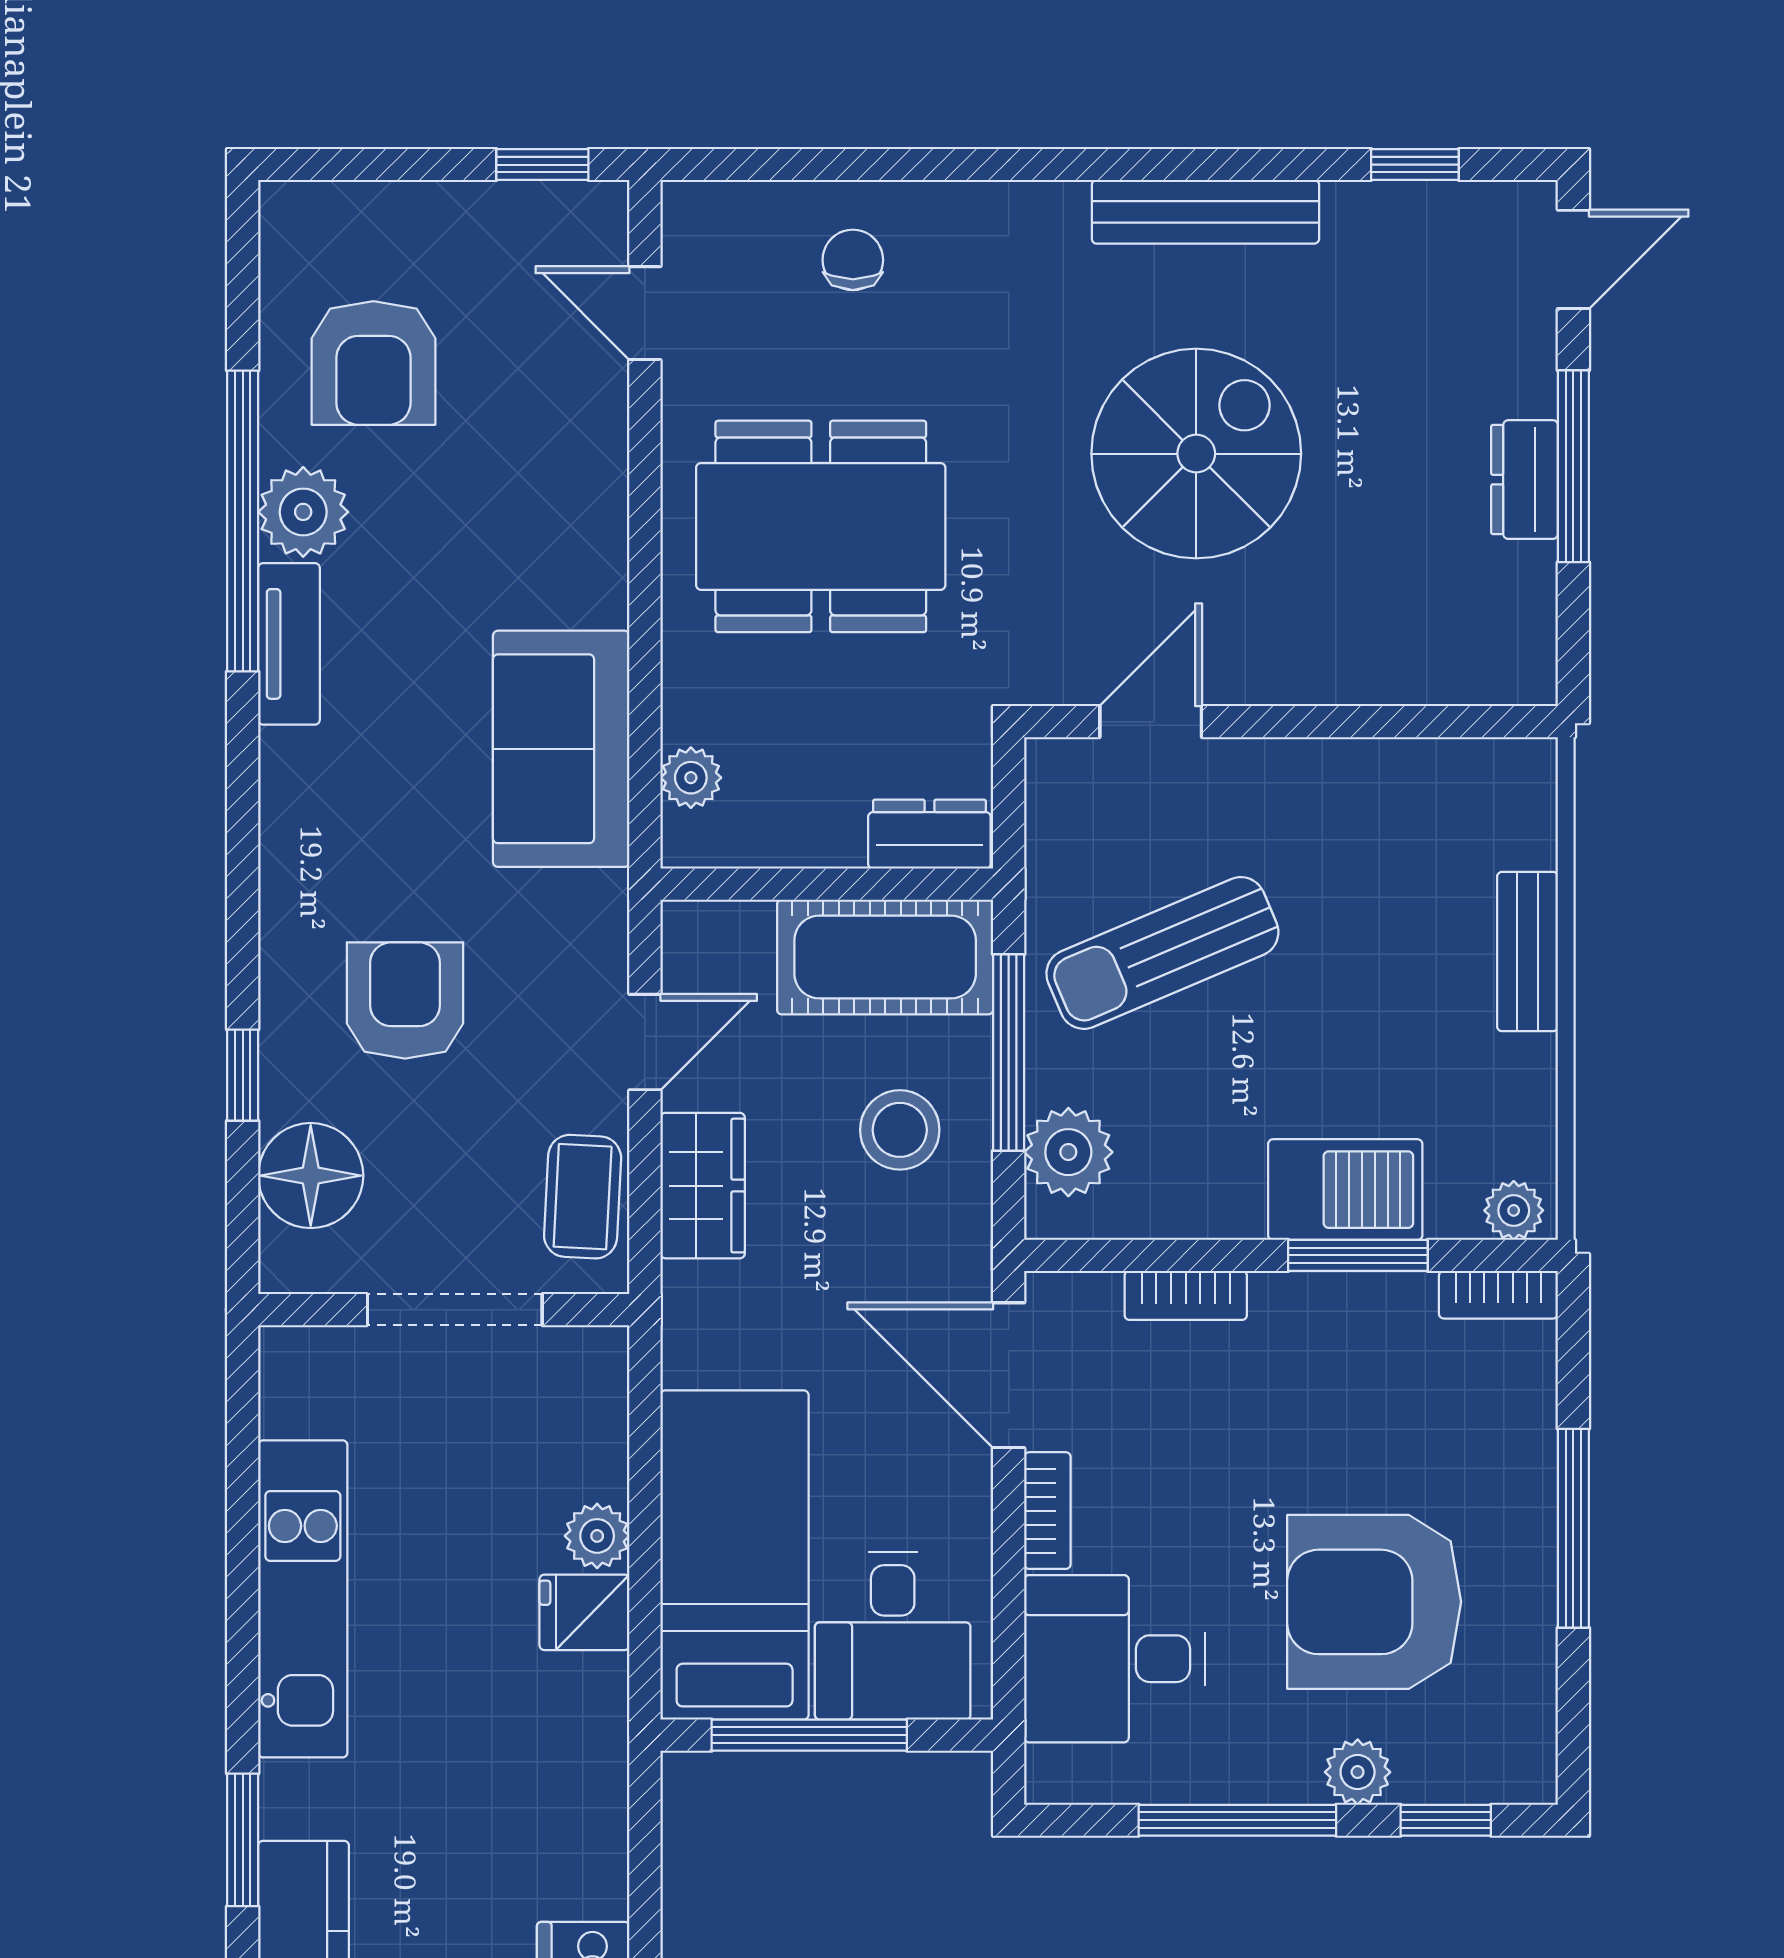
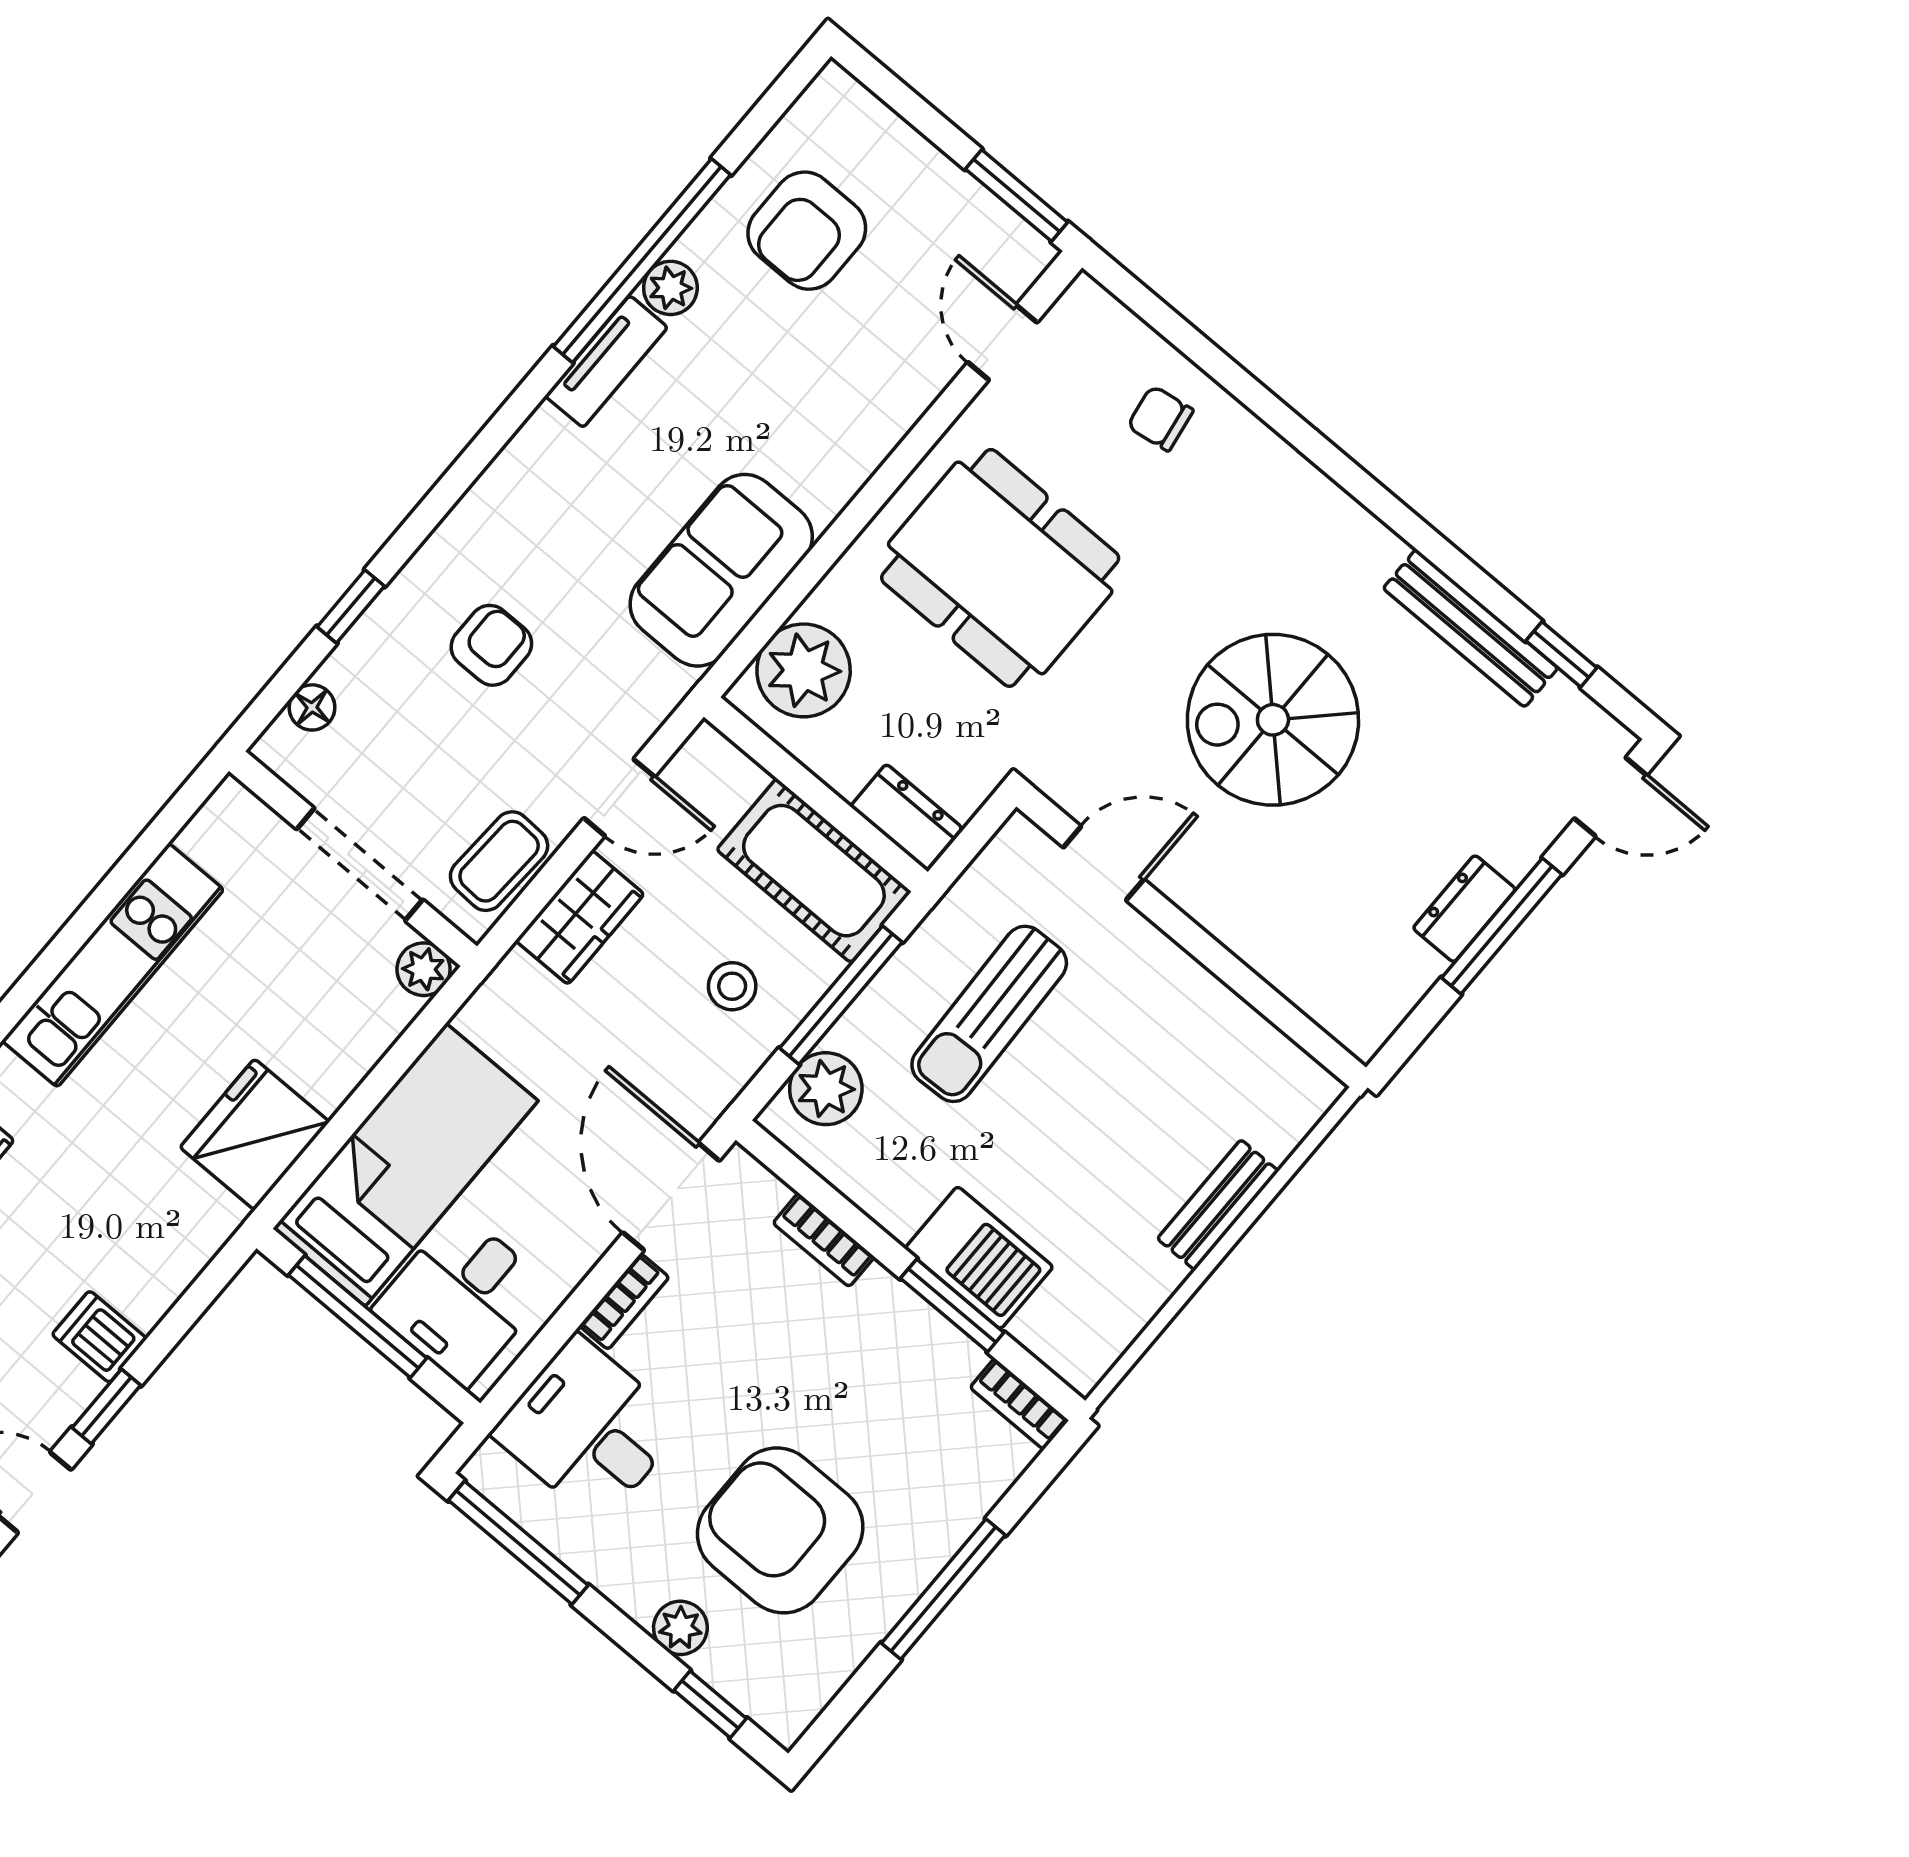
window: (542, 165) -> (1017, 196), width x1.50
bench: (1205, 212) -> (1470, 628), moved
chair: (853, 260) -> (1160, 418), turned -99
spiral stairs: (1196, 454) -> (1273, 720), turned 180
plant: (303, 512) -> (670, 288), width x0.73, depth x0.73
plant: (691, 778) -> (804, 670), width x1.88, depth x1.88
sun lounger: (1162, 953) -> (989, 1014), turned -69
armchair: (405, 1000) -> (491, 645), width x0.72, depth x0.72
stool: (900, 1130) -> (732, 986), width x0.73, depth x0.73
floor lamp: (311, 1176) -> (312, 707), width x0.53, depth x0.53
plant: (1514, 1210) -> (1073, 1359), removed
plant: (597, 1536) -> (424, 969), moved
fridge: (584, 1612) -> (255, 1135), width x1.88, depth x1.34
window: (1237, 1820) -> (518, 1543), moved

